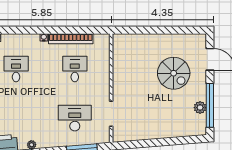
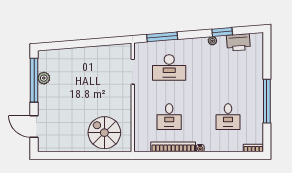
spiral stairs: (174, 73) -> (104, 133), moved

